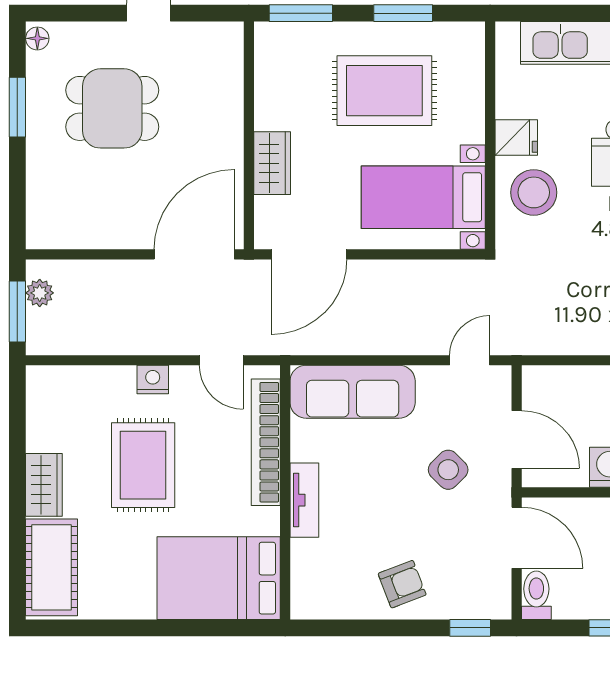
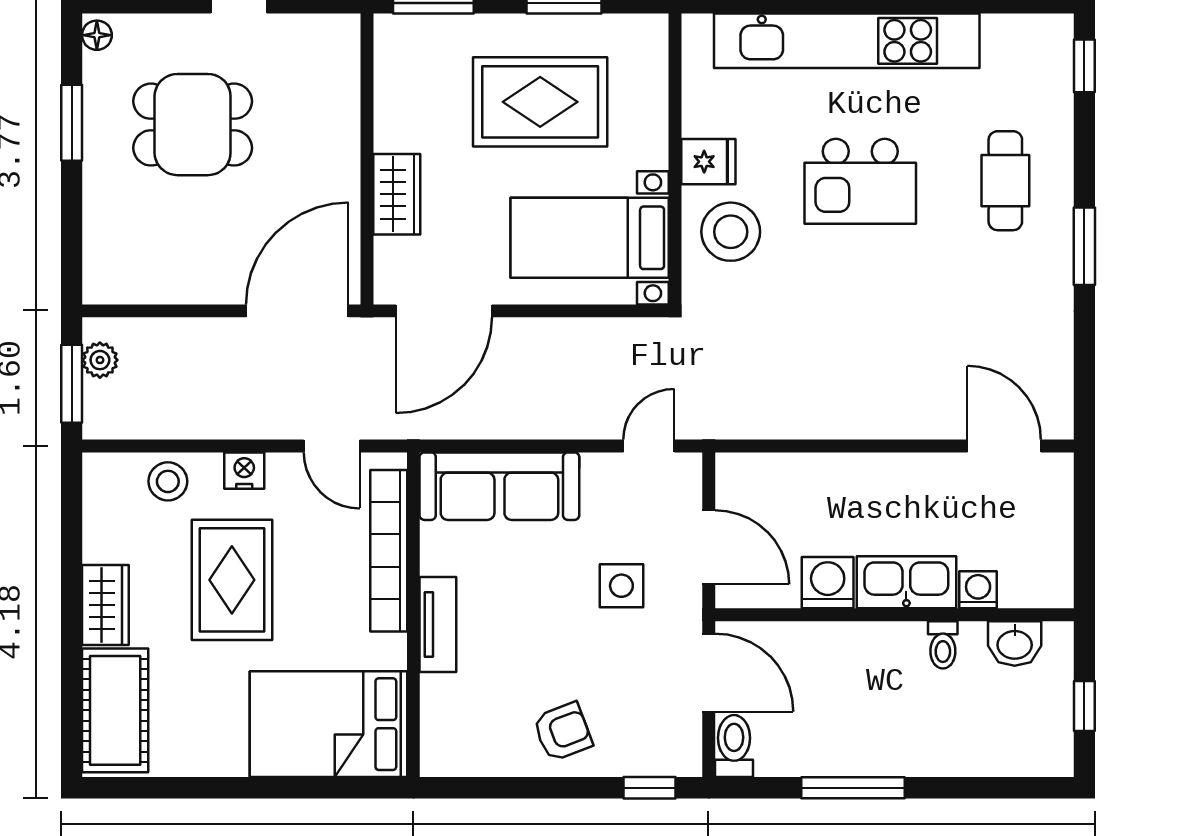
stool: (93, 388) -> (168, 481), added
side table: (448, 470) -> (621, 586), turned 45

